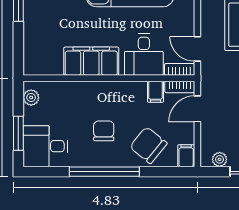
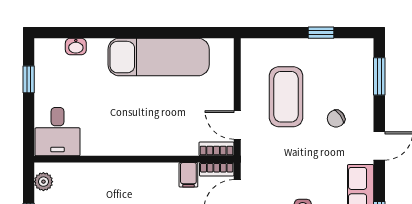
desk: (144, 55) -> (57, 132), moved
filing cabinet: (91, 61) -> (114, 139), removed

